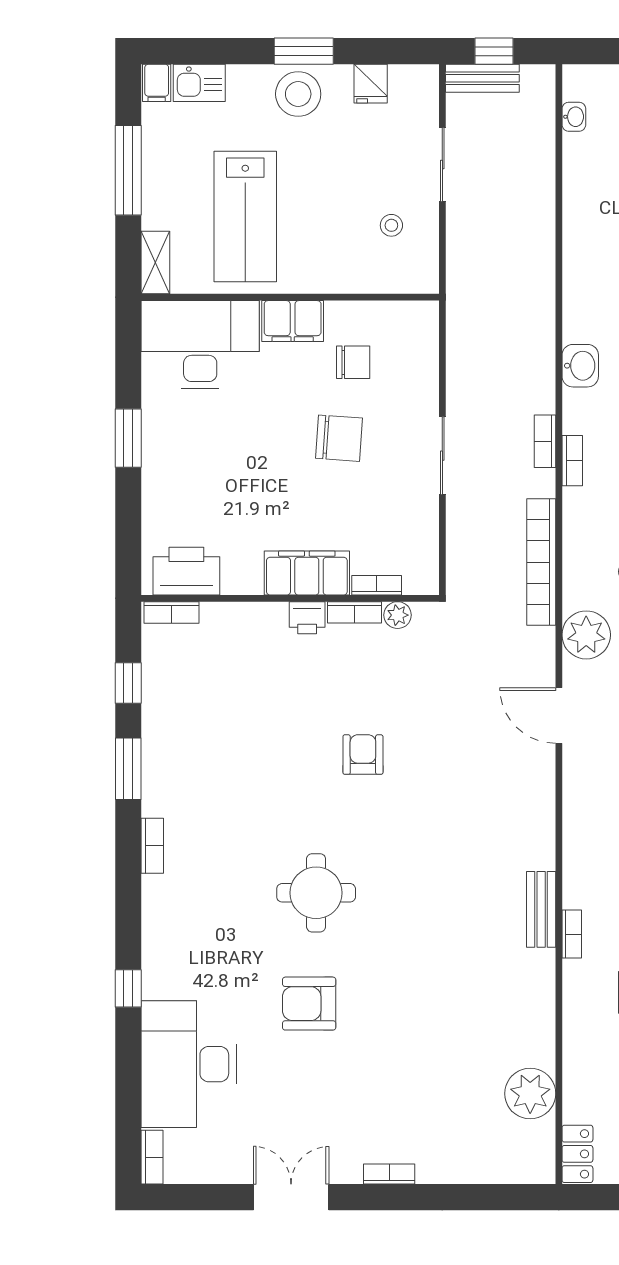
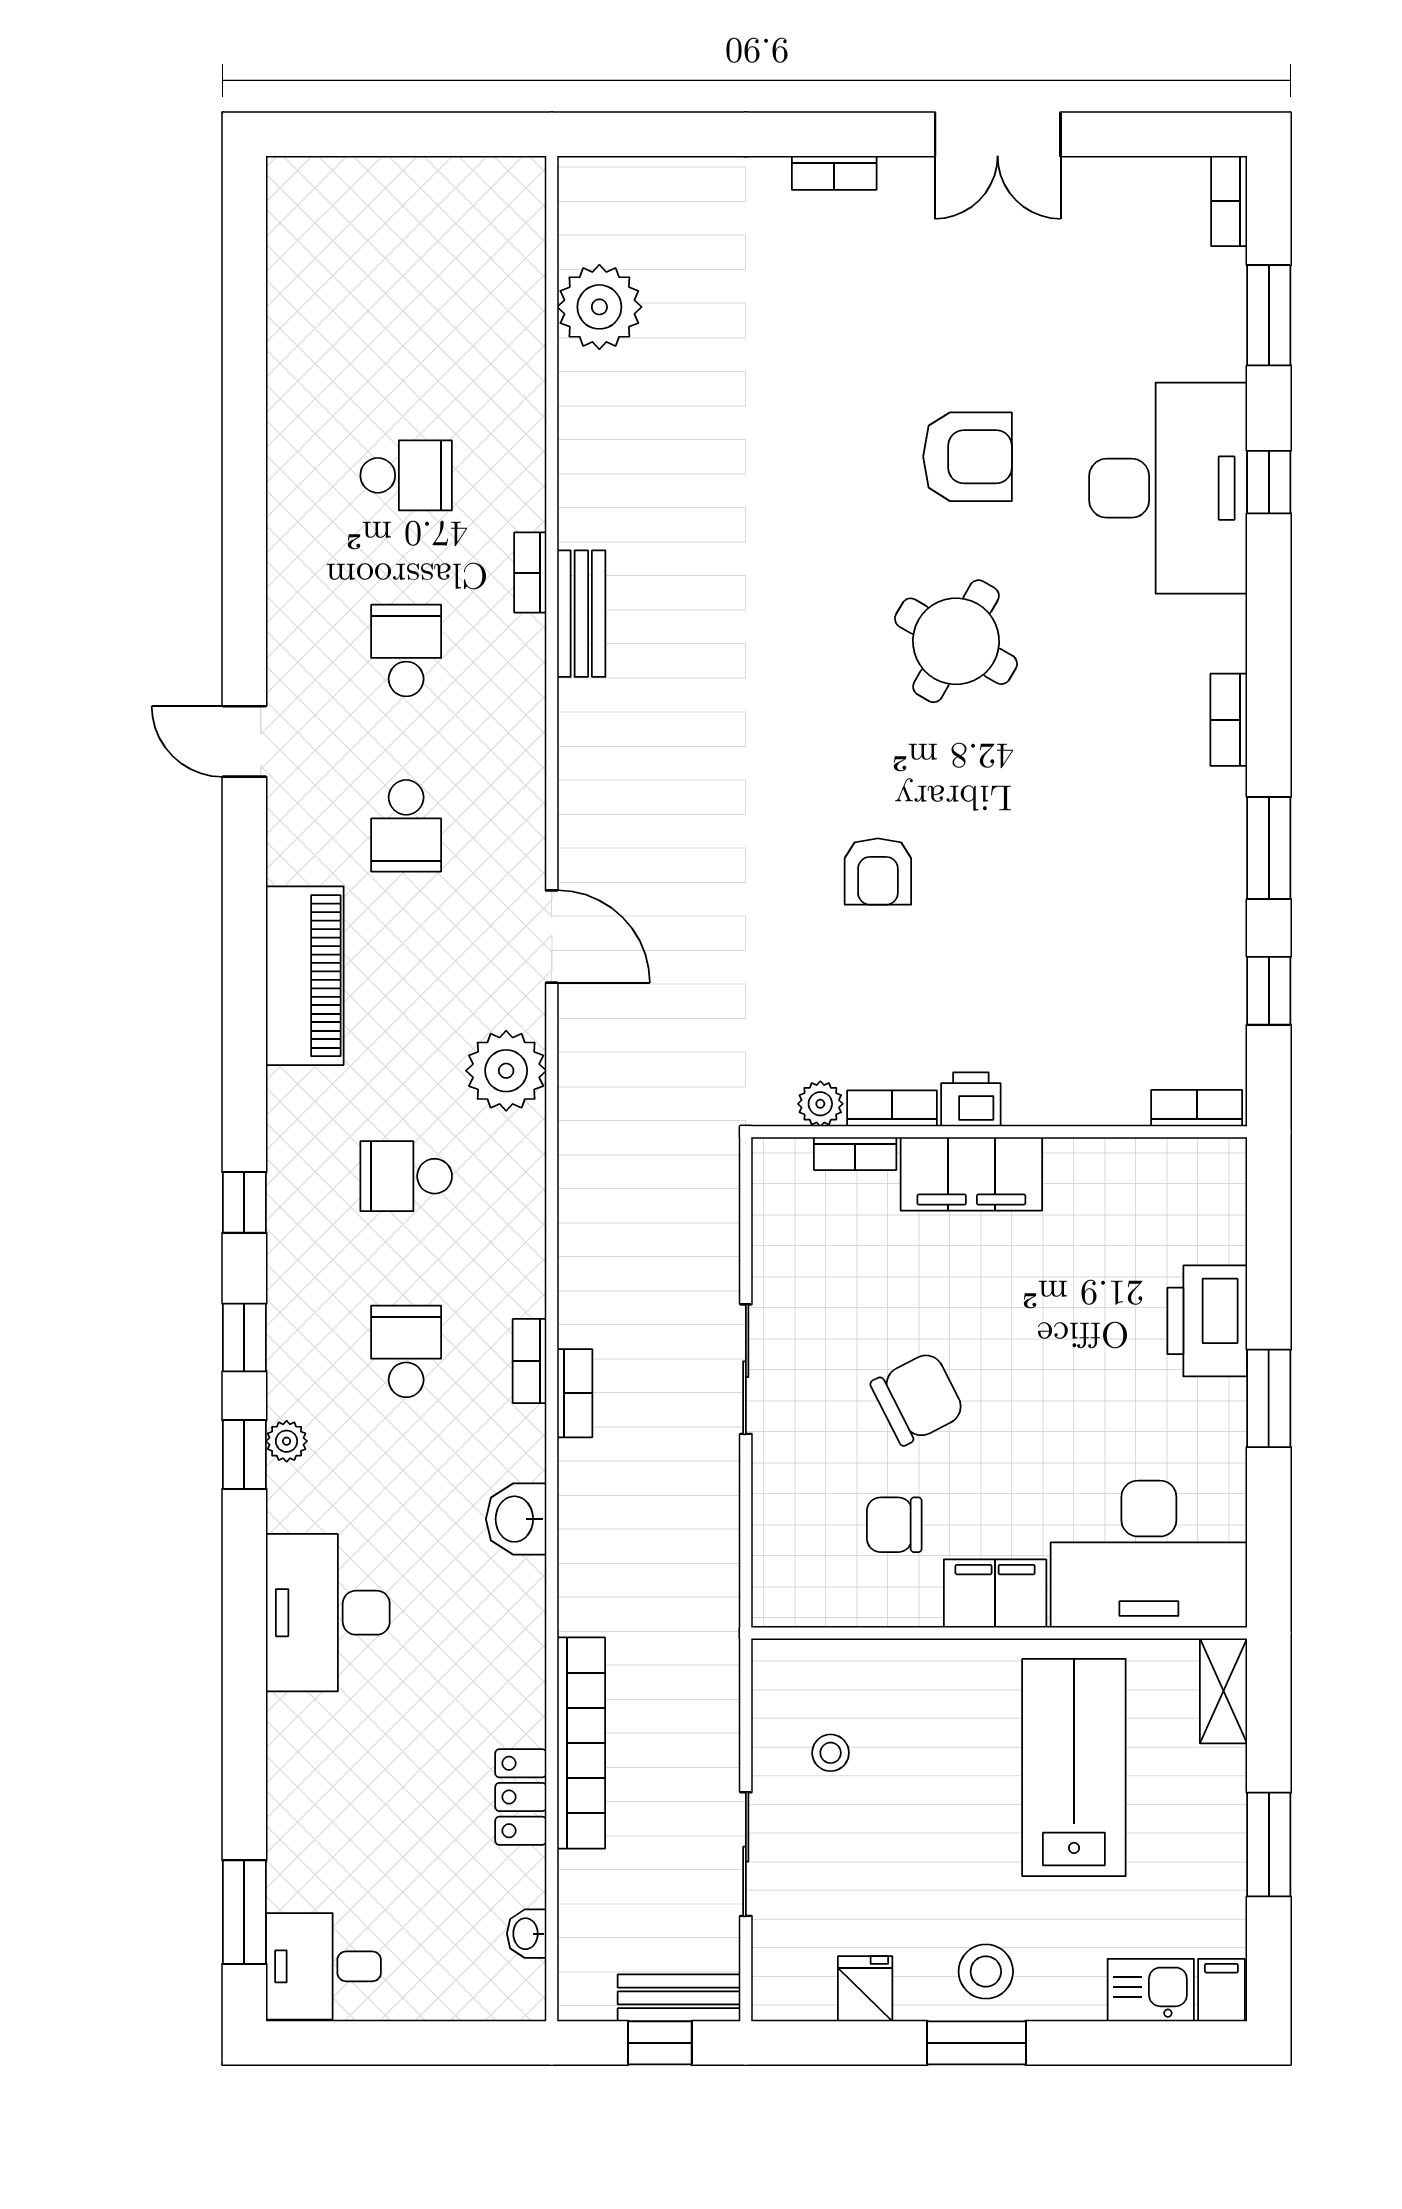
stool: (298, 94) -> (986, 1972), width x0.73, depth x0.73
window: (128, 170) -> (1269, 1845), width x0.69
chair: (339, 438) -> (918, 1398), turned 149
bookcase: (541, 562) -> (581, 1743), moved
printer: (186, 571) -> (1207, 1321), moved, turned 90
round table: (316, 893) -> (956, 641), turned 30
desk: (189, 1064) -> (1168, 488), moved
window: (128, 1089) -> (1269, 315), added
locker: (577, 1154) -> (521, 1797), moved

